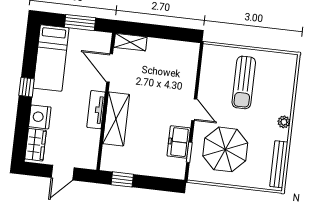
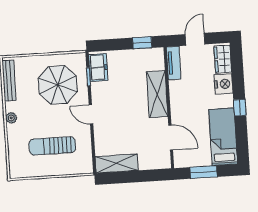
shelving: (130, 42) -> (117, 163), moved, width x1.50, depth x1.33
sun lounger: (244, 82) -> (52, 146), turned -90
tv unit: (96, 110) -> (174, 63), moved
freezer: (179, 142) -> (98, 68), moved

